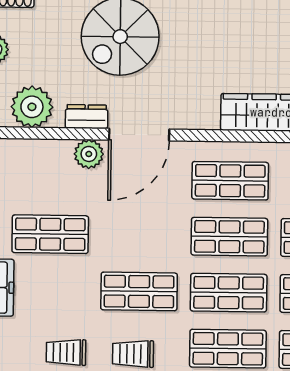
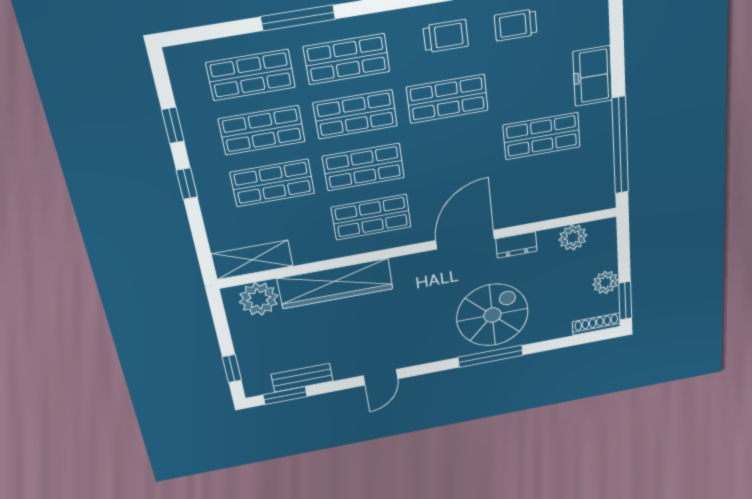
plant: (32, 107) -> (573, 237), width x0.73, depth x0.73
plant: (89, 154) -> (511, 214), removed
trolley: (66, 352) -> (516, 25), turned 180

